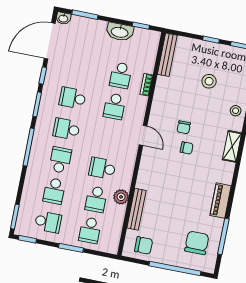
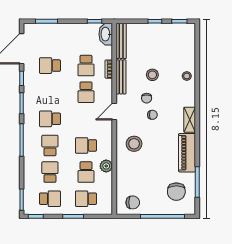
washbasin: (63, 18) -> (29, 28), removed
washbasin: (120, 32) -> (106, 34), moved, turned 90
stool: (209, 81) -> (152, 75), moved
school desk: (73, 98) -> (50, 66), moved
door: (143, 135) -> (114, 112), swing flipped
shelving: (232, 146) -> (190, 120), moved
stool: (159, 177) -> (134, 144), added
school desk: (54, 191) -> (50, 172), turned 180
piano: (221, 201) -> (187, 153), width x1.37, depth x1.33
bench: (136, 209) -> (121, 77), moved
school desk: (90, 230) -> (86, 199), turned 90
chair: (197, 243) -> (176, 192), turned 180

